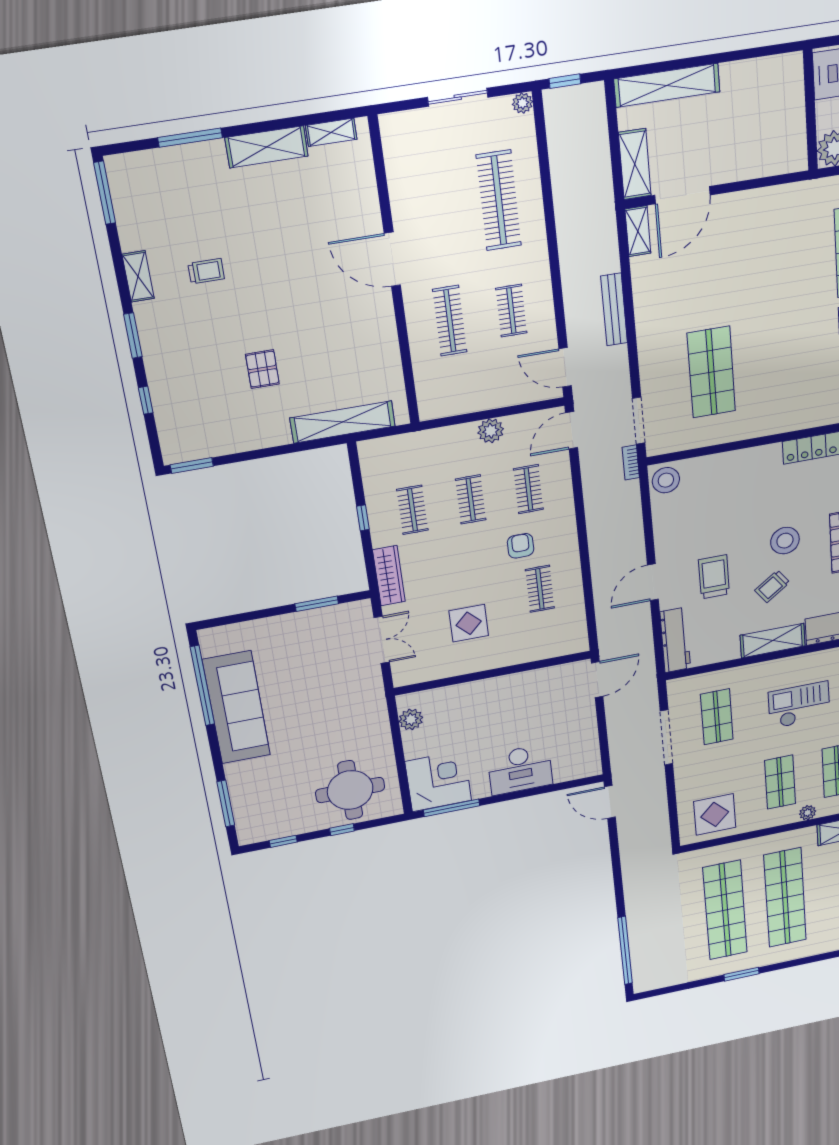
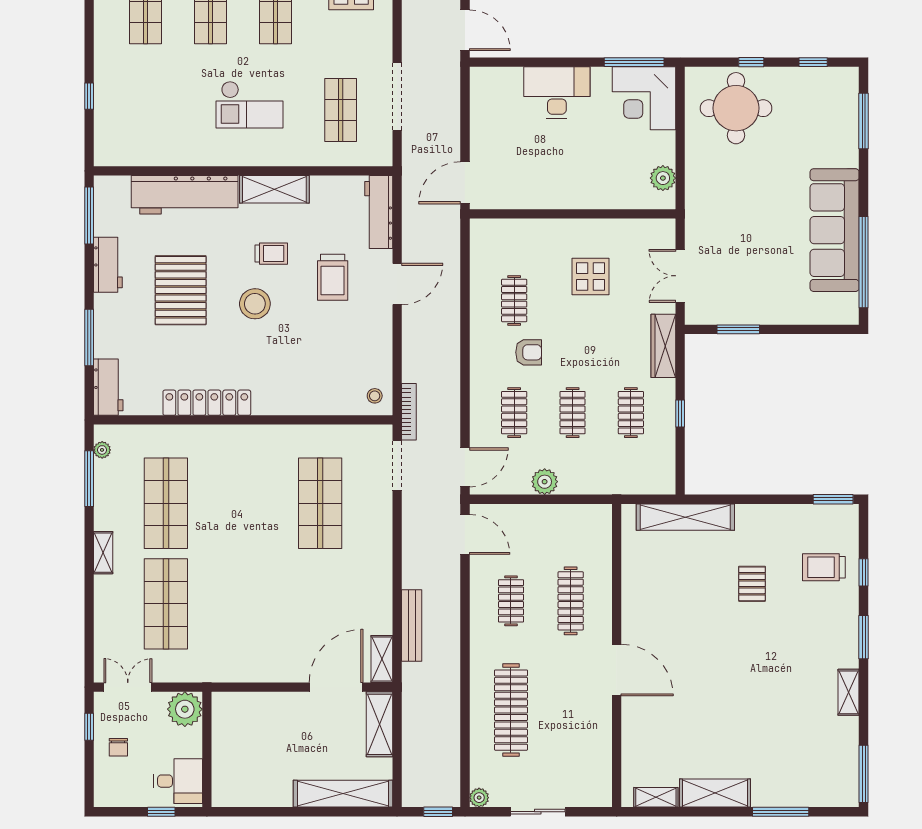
trolley: (206, 271) -> (824, 567), moved, width x1.36, depth x1.39
bench: (614, 310) -> (412, 626), moved
bookcase: (631, 462) -> (409, 412), width x1.56
stool: (666, 480) -> (375, 396), width x0.53, depth x0.53
armchair: (521, 546) -> (529, 352), turned -90
trolley: (772, 586) -> (271, 254), turned 36

